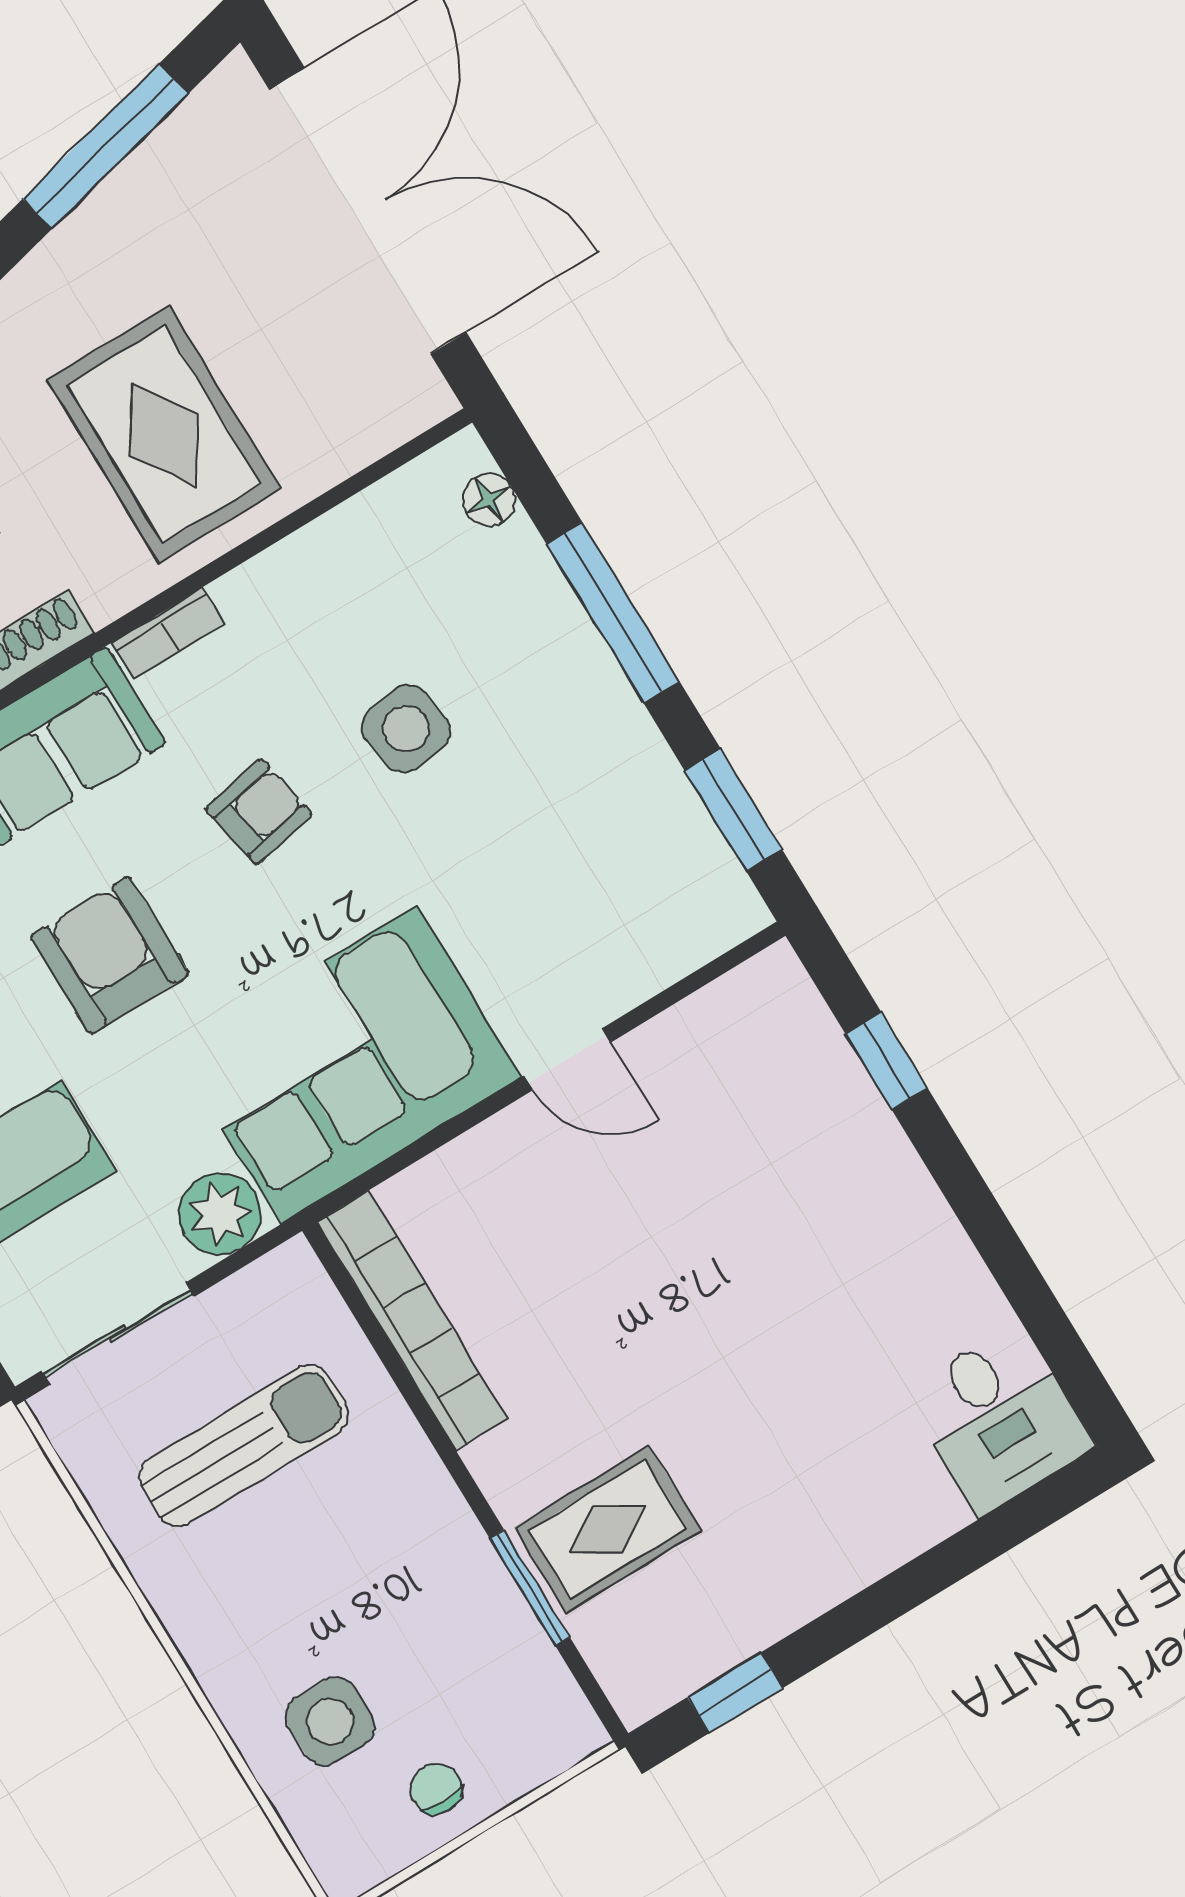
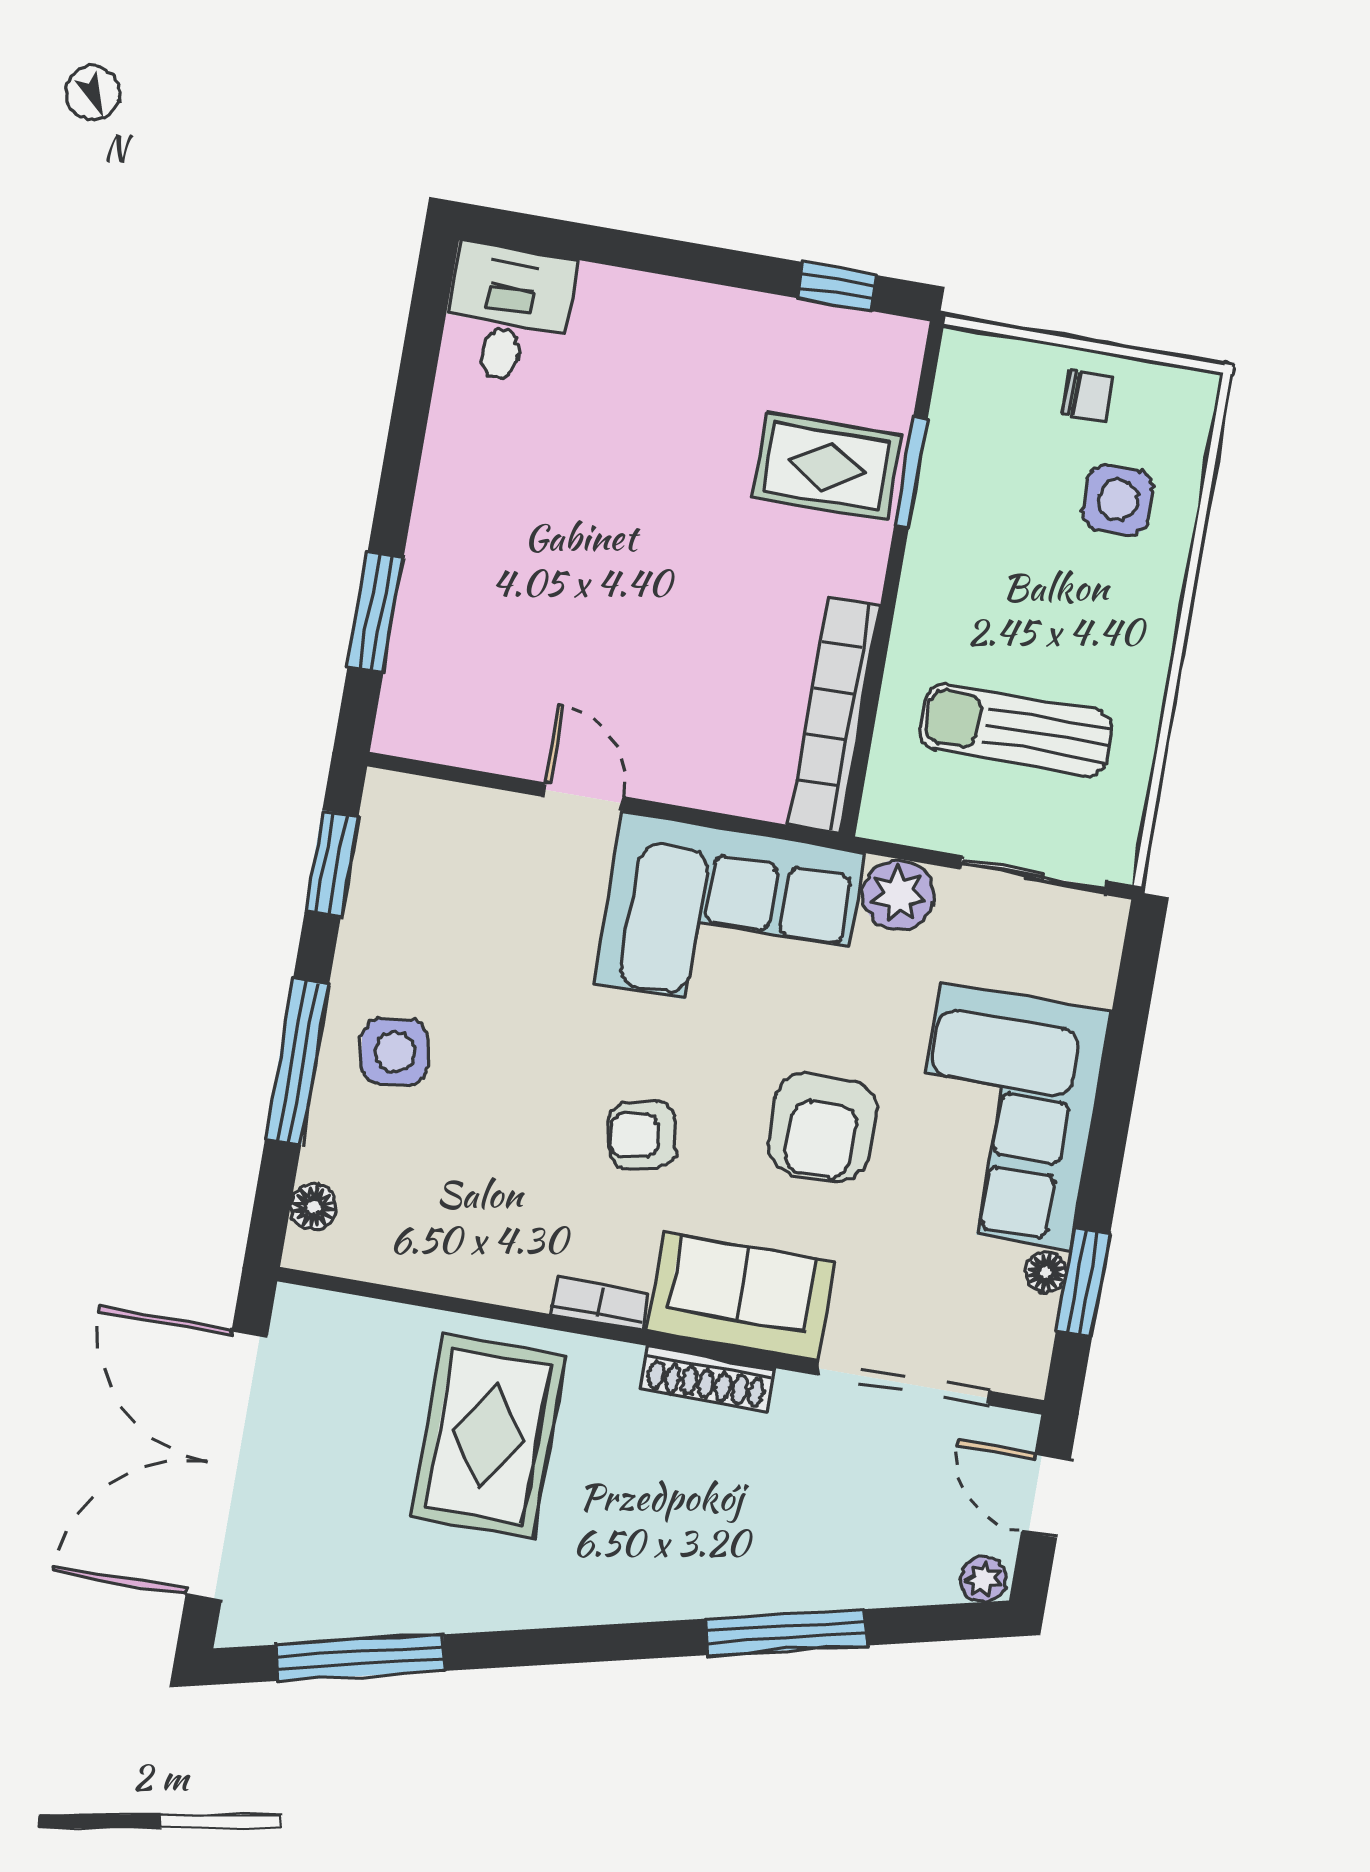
side table: (406, 729) -> (395, 1052), moved
window: (886, 1061) -> (375, 612), width x1.50
chair: (436, 1789) -> (1087, 395), turned -90

